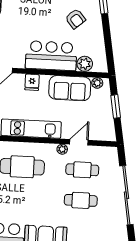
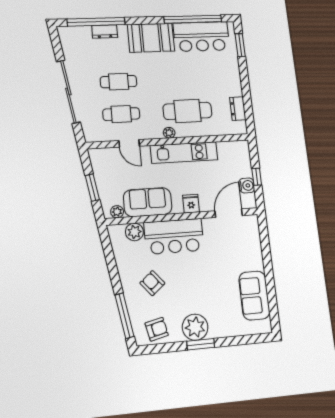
door: (79, 142) -> (129, 143), hinge flipped
plant: (62, 149) -> (169, 133), moved

